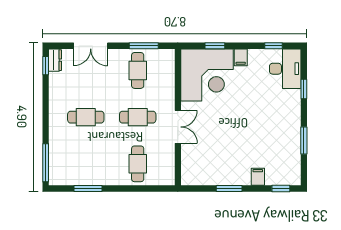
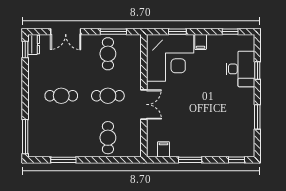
desk: (285, 69) -> (240, 69), moved
filing cabinet: (258, 177) -> (163, 149), moved

